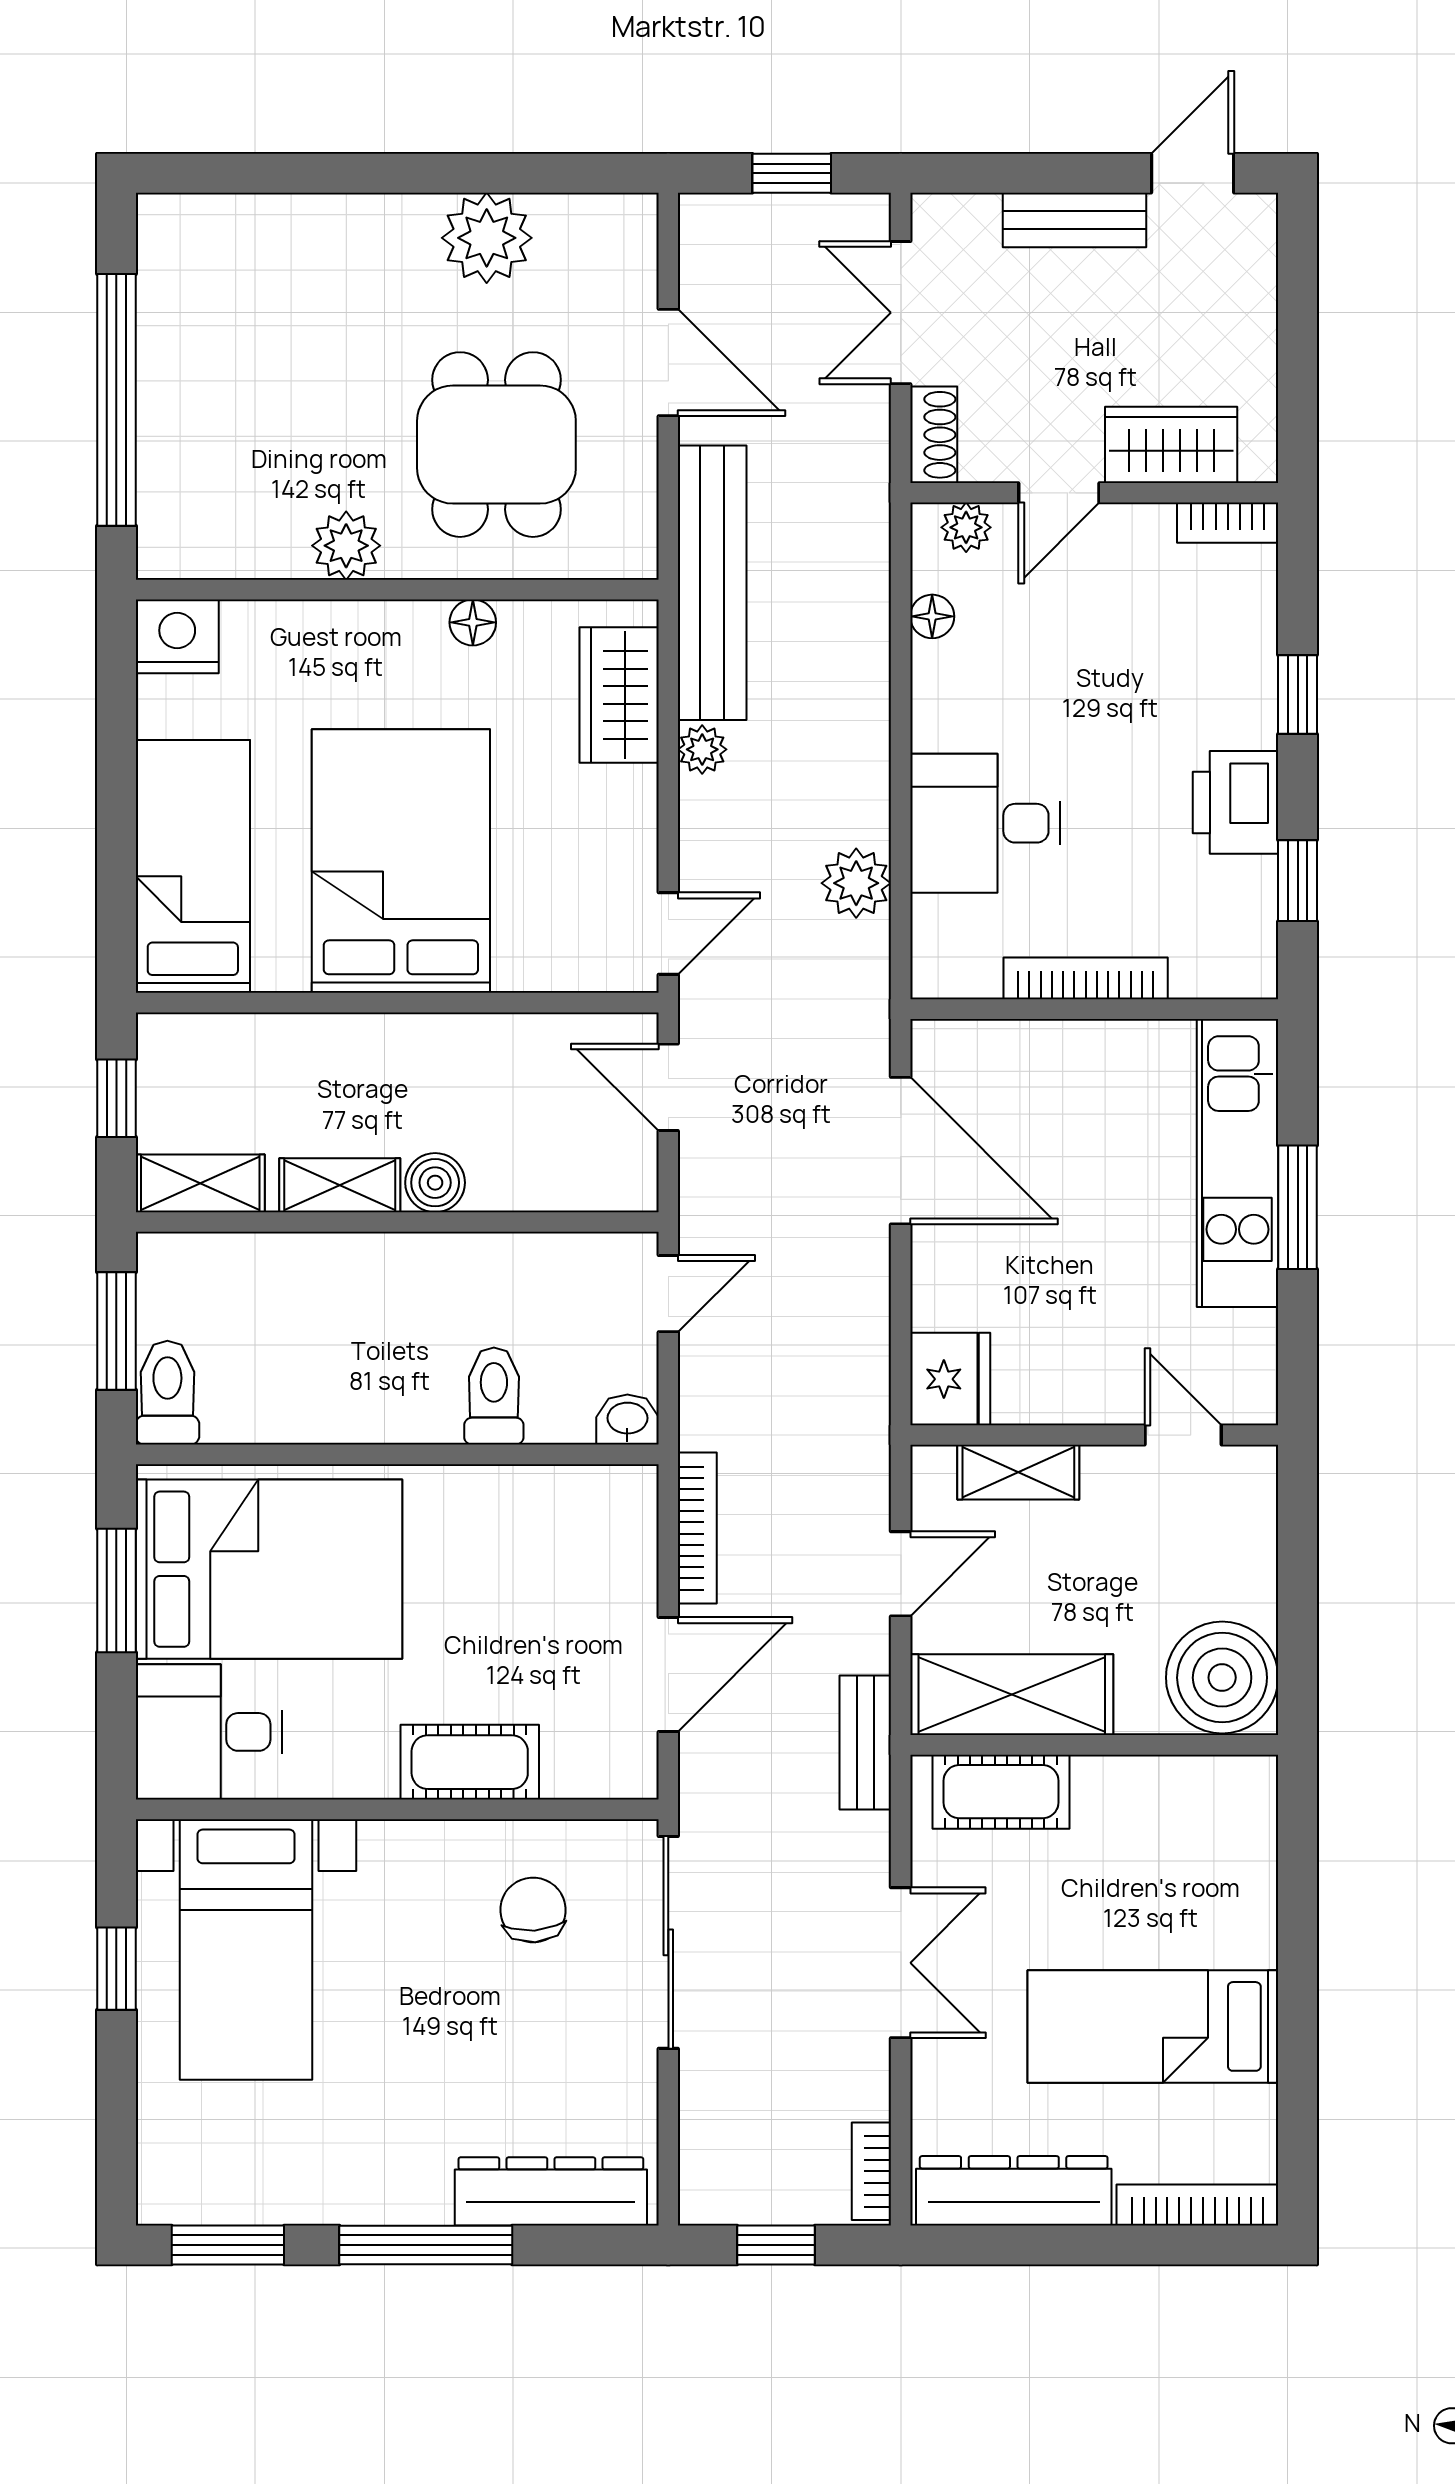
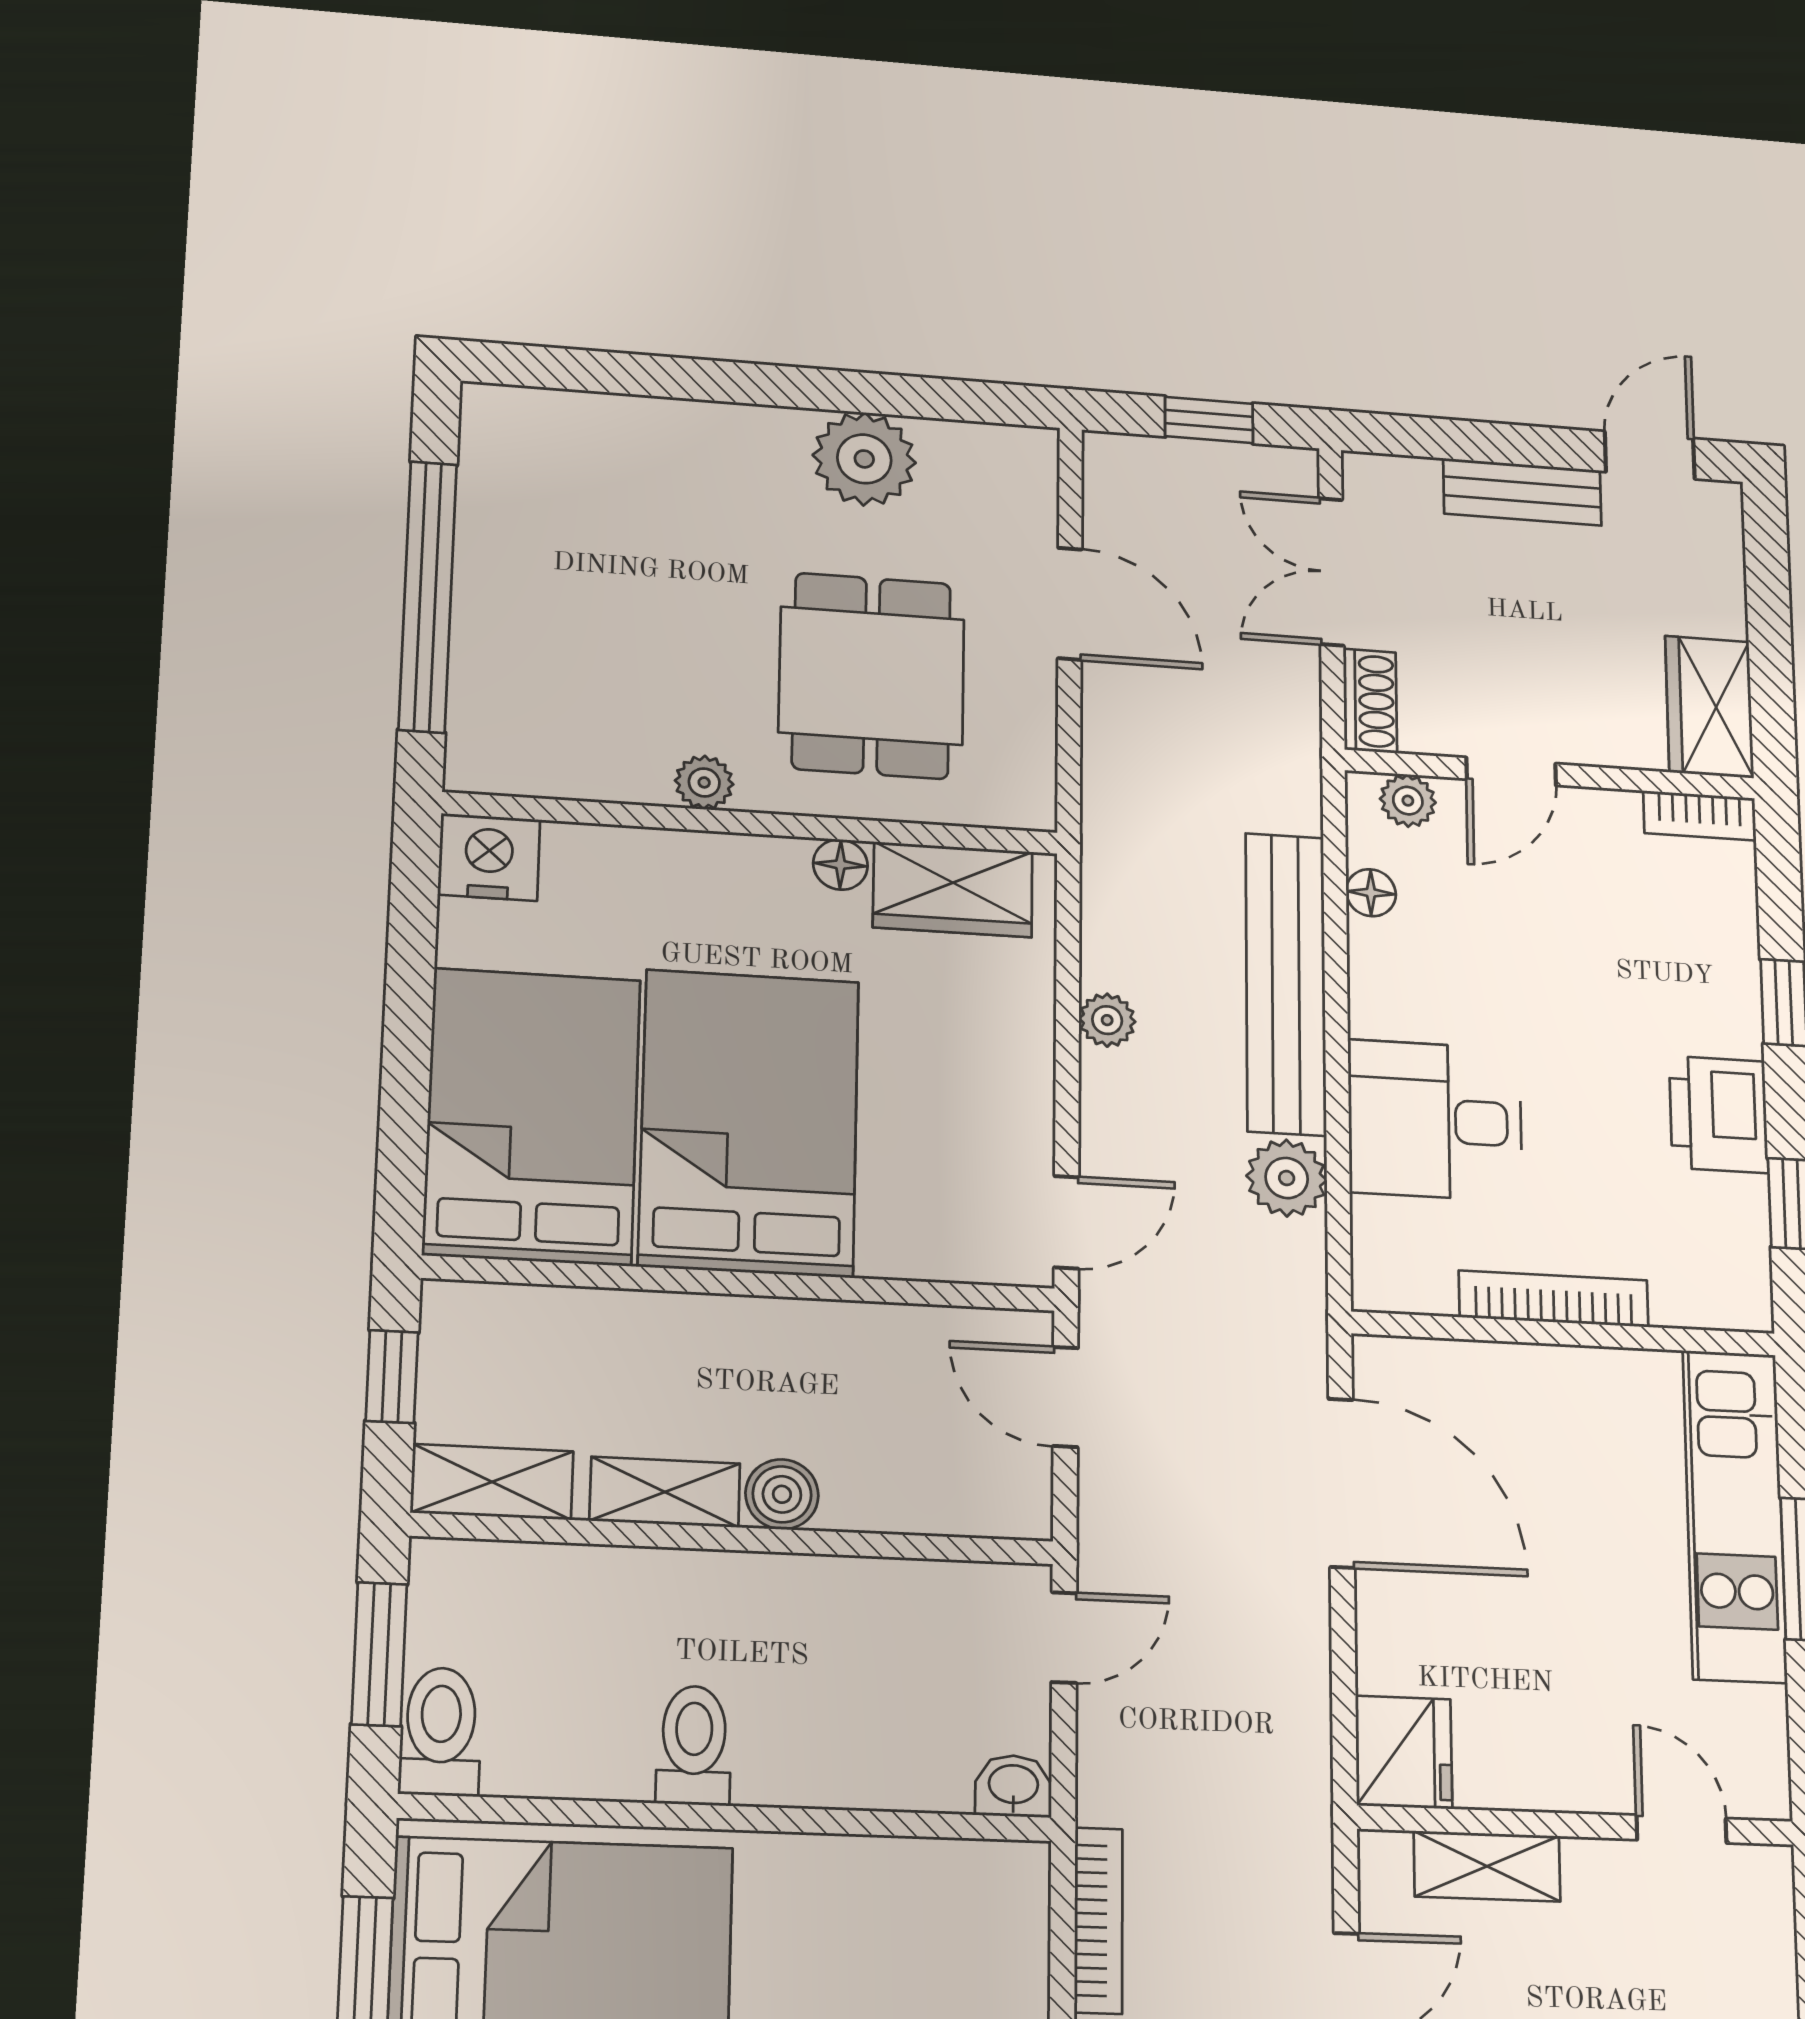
wardrobe: (1171, 445) -> (1709, 707), moved, turned -90
plant: (346, 546) -> (704, 782), width x0.73, depth x0.73
bench: (712, 583) -> (1286, 984), moved
wardrobe: (619, 695) -> (953, 890), moved, turned -90
bed: (193, 866) -> (532, 1117), width x1.50
toilet: (494, 1396) -> (694, 1745), moved

